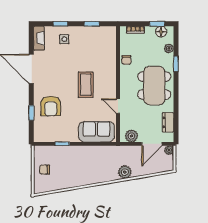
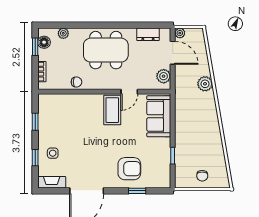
window: (176, 64) -> (81, 25), removed
coffee table: (86, 85) -> (112, 110), moved, turned 90

